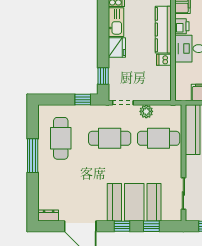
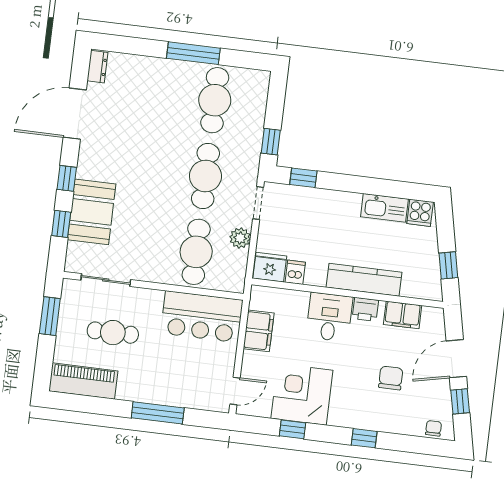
fridge: (117, 47) -> (270, 267), moved, turned 180
dishwasher: (164, 60) -> (295, 272), moved
cafe table: (61, 138) -> (215, 100), turned 90
booth: (134, 202) -> (92, 212), width x0.73, depth x0.70

